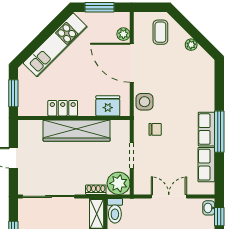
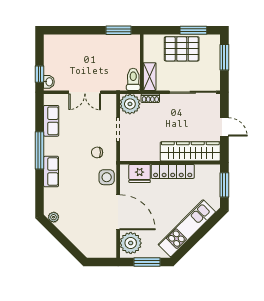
coffee table: (160, 32) -> (92, 240), removed
plant: (123, 34) -> (131, 243), width x1.87, depth x1.87
plant: (191, 45) -> (54, 217), moved
locker: (63, 108) -> (173, 171), width x1.53
row of seats: (206, 129) -> (51, 172), moved
wardrobe: (77, 131) -> (190, 151), moved

